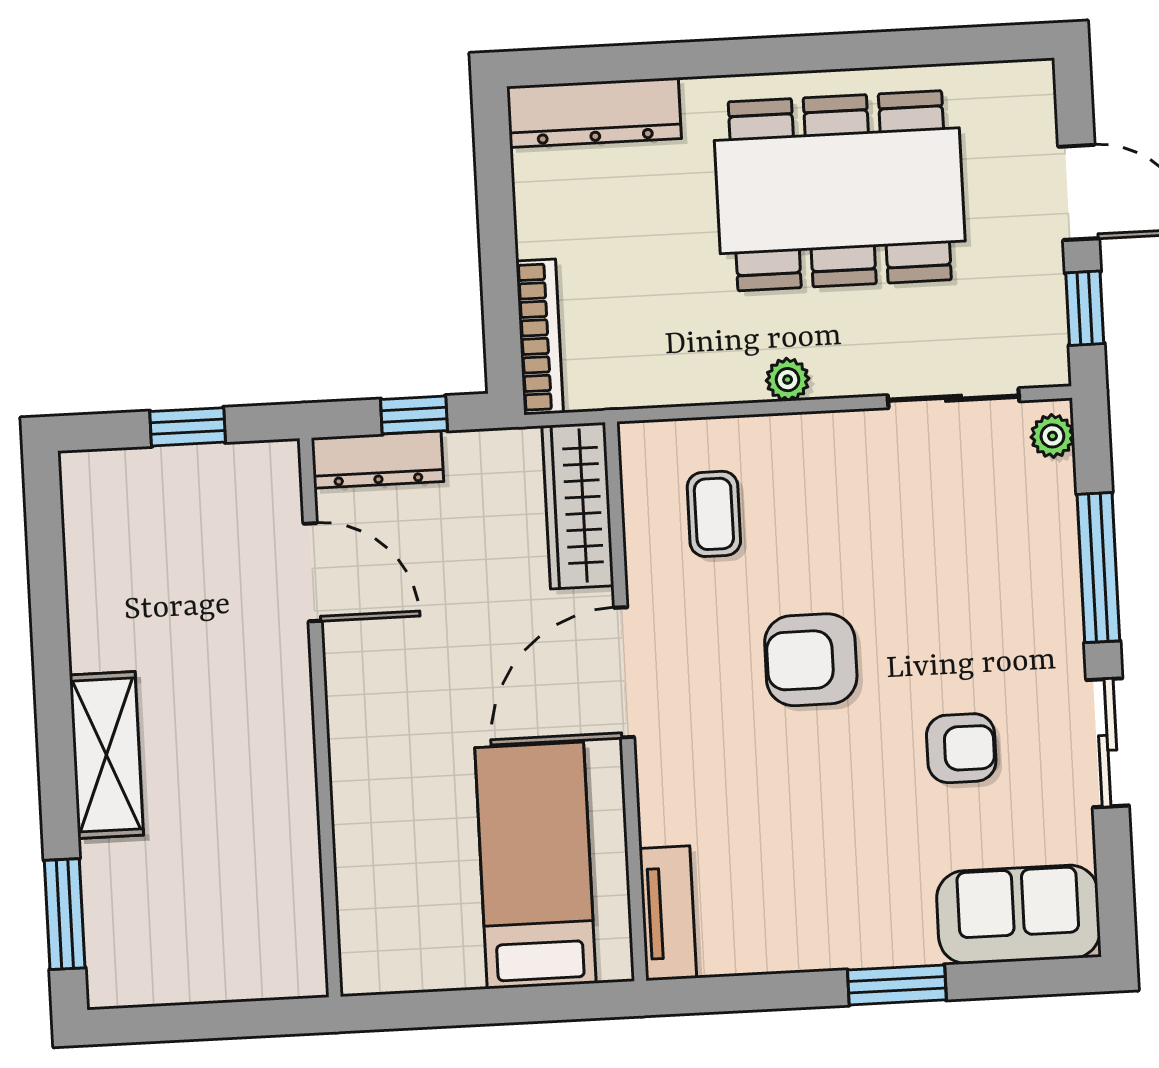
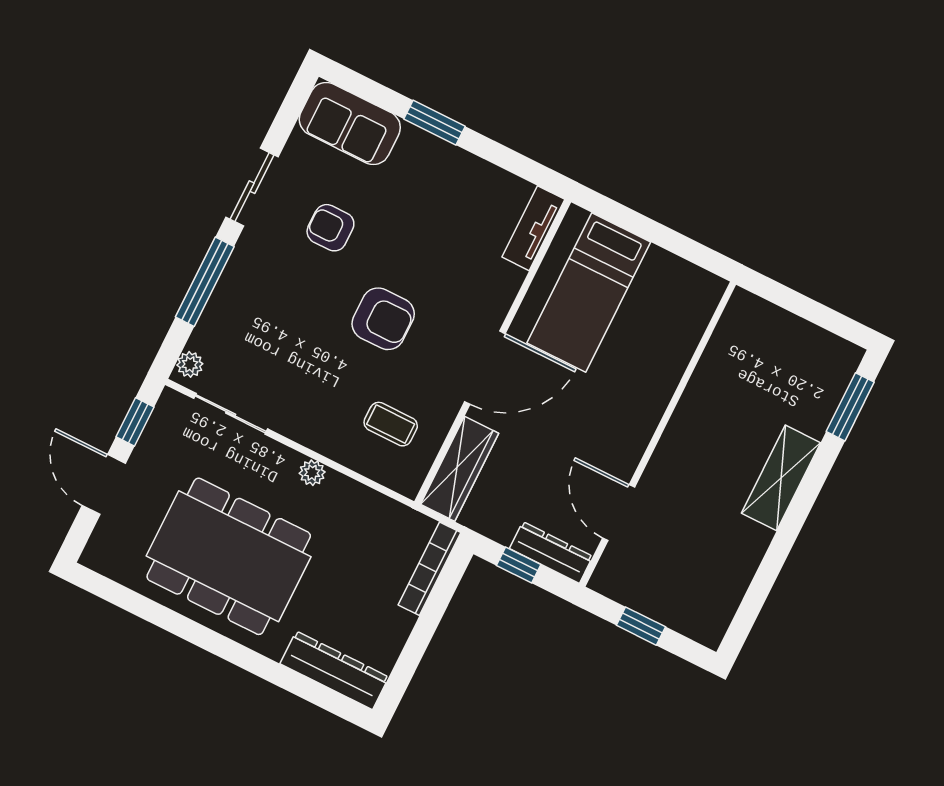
coffee table: (714, 514) -> (391, 424), turned 90

